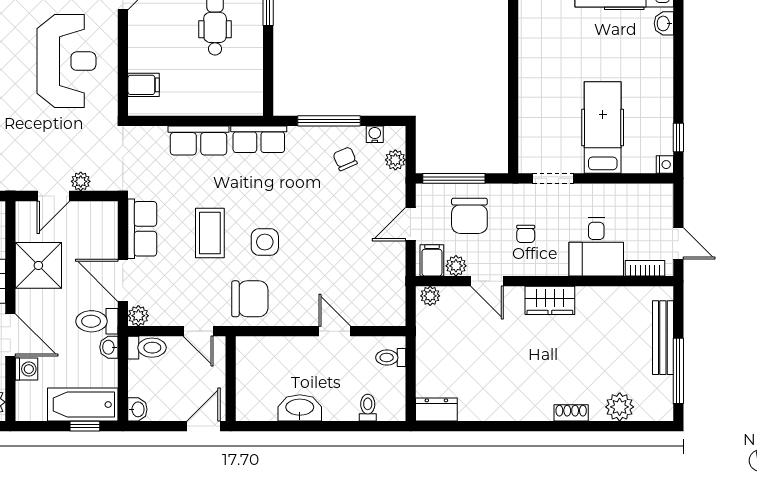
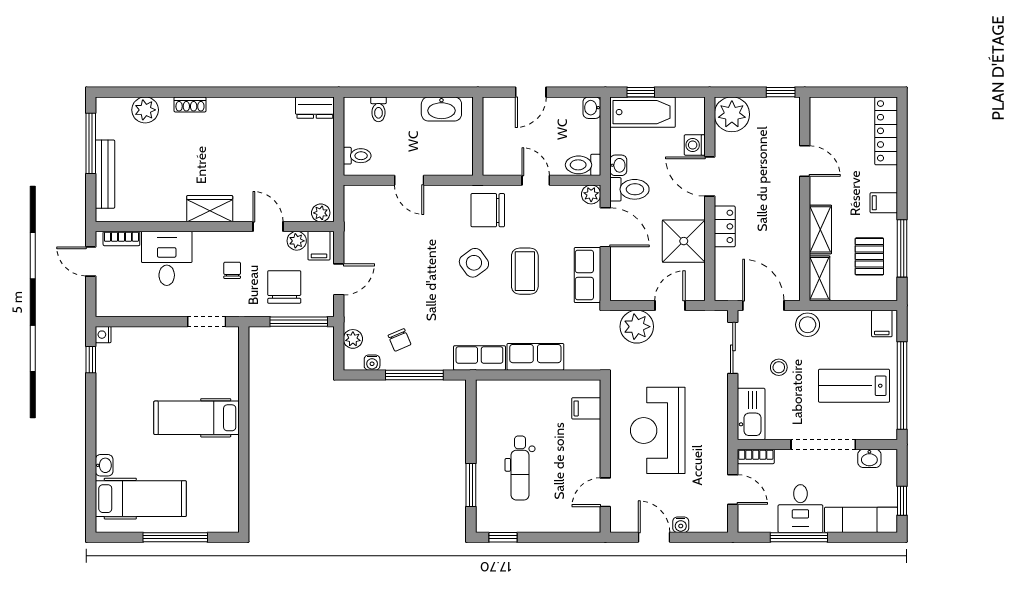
hospital bed: (603, 128) -> (196, 418), moved, turned 90
plant: (81, 181) -> (637, 327), width x1.88, depth x1.88
side table: (265, 242) -> (474, 263), turned -36
wall: (231, 379) -> (478, 136), moved

